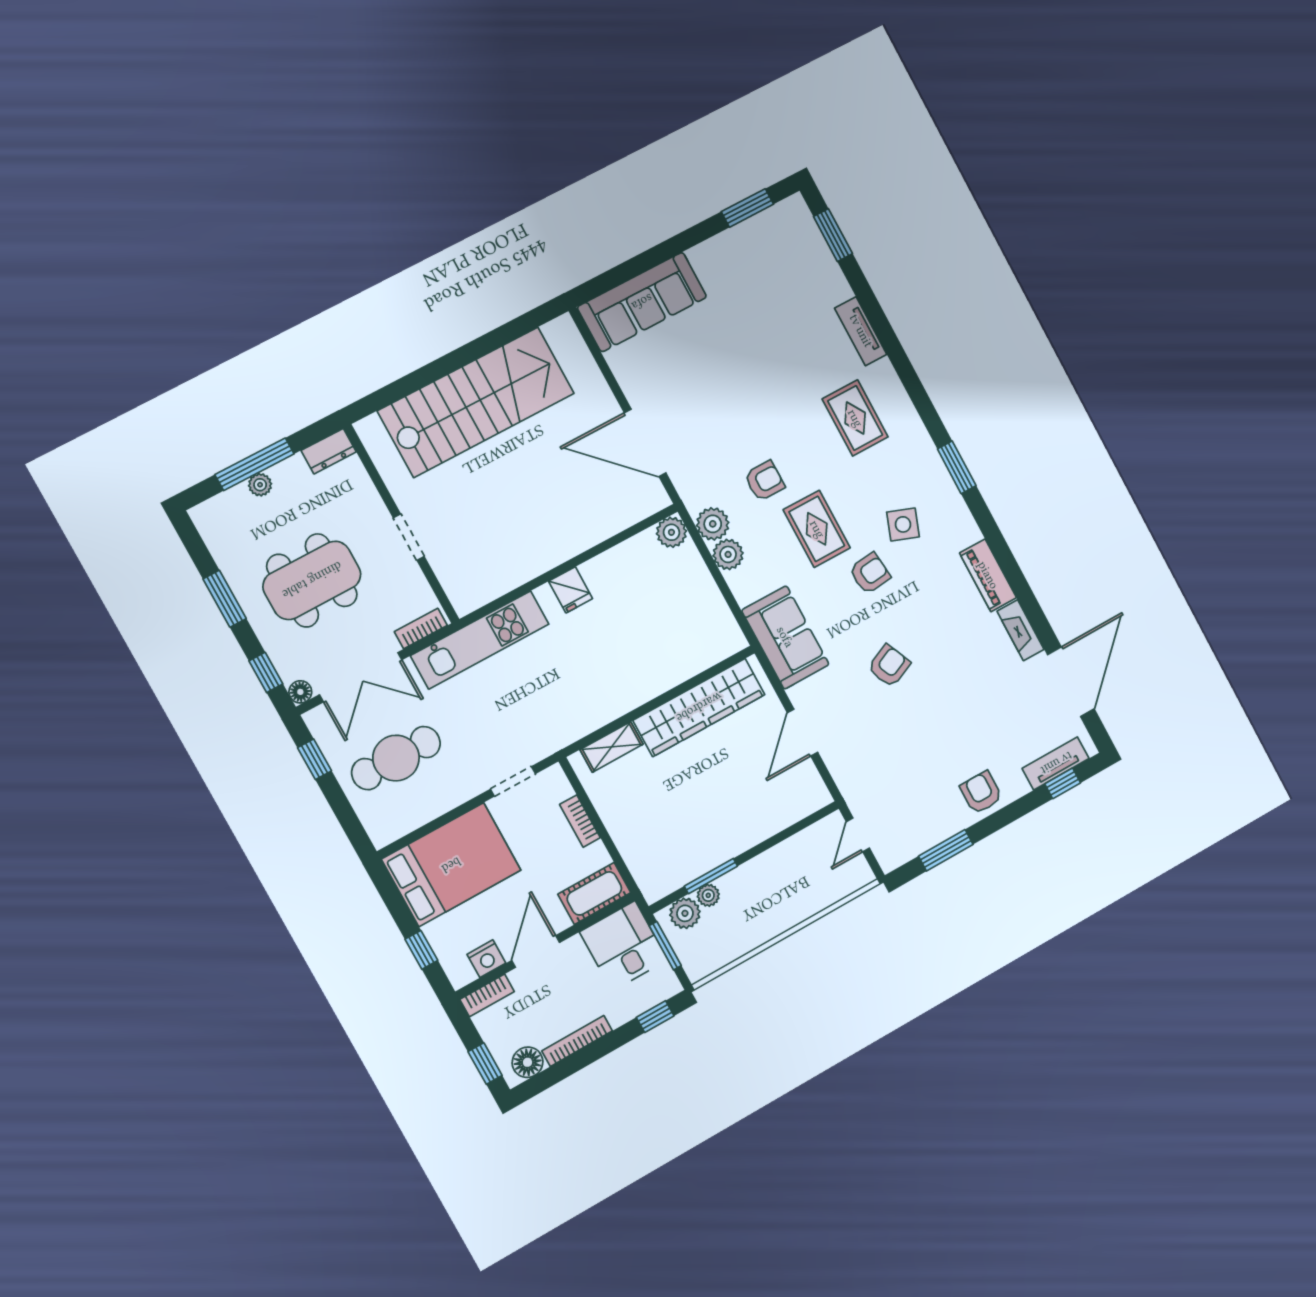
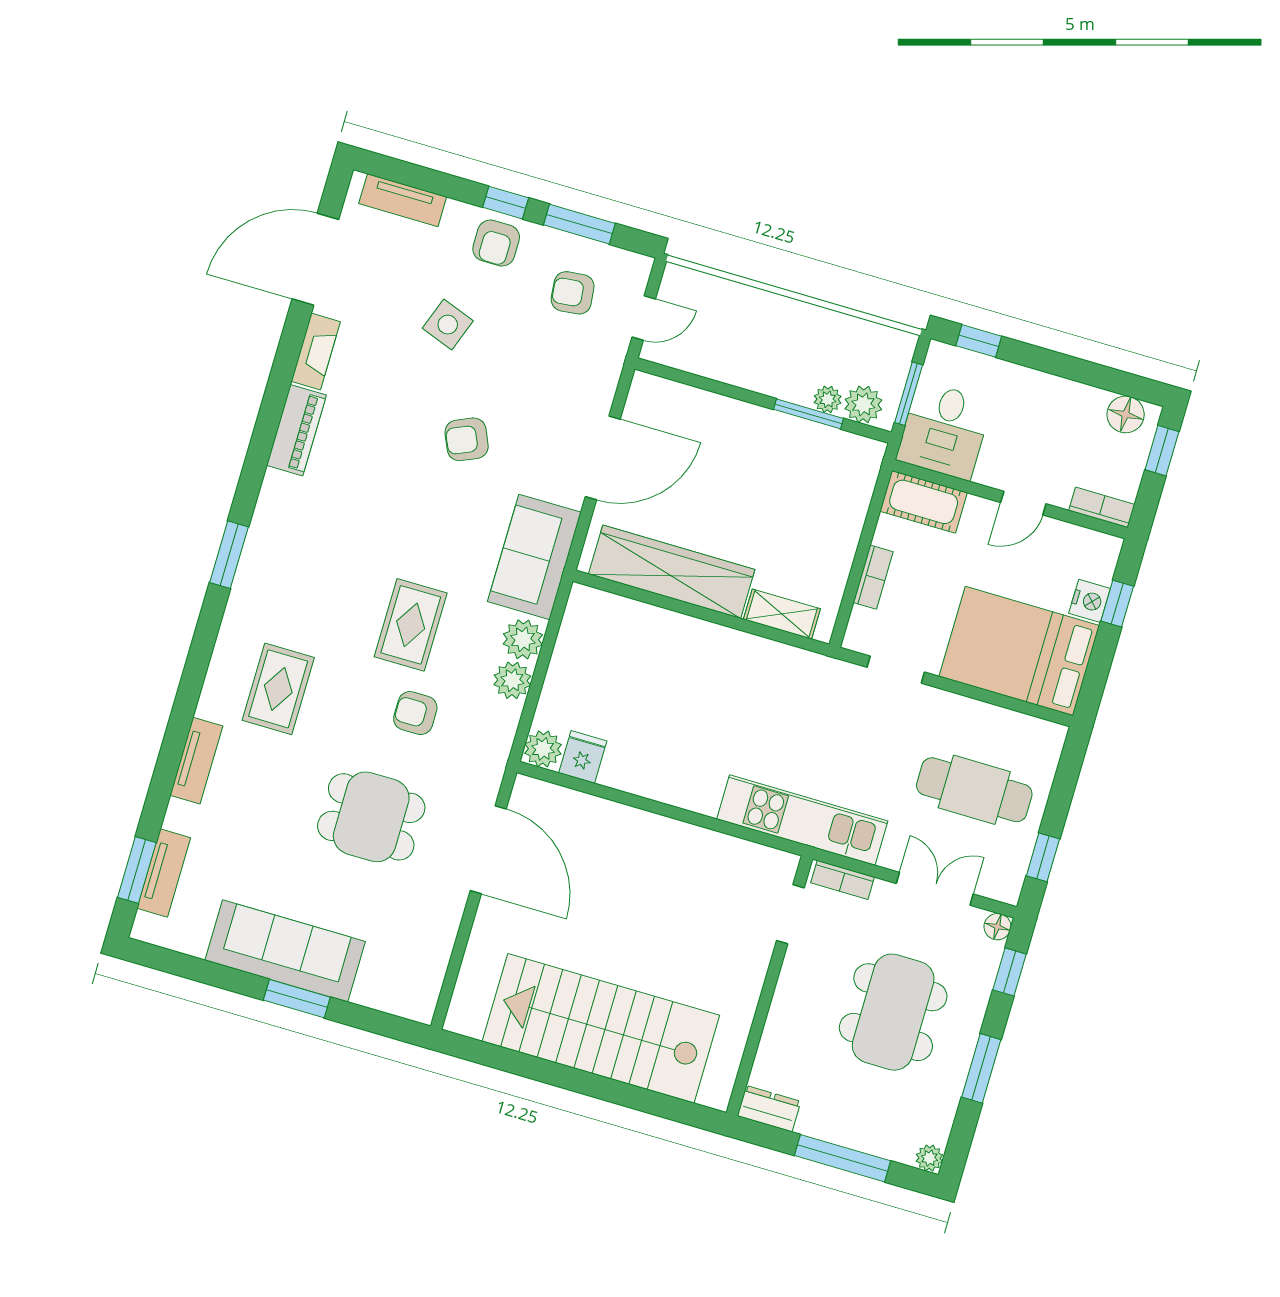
window: (747, 208) -> (297, 999), moved
tv unit: (816, 248) -> (164, 873), added
sofa: (642, 302) -> (285, 951), moved
dining table: (731, 396) -> (371, 817), added
plant: (260, 485) -> (929, 1158), moved
plant: (713, 524) -> (523, 639), moved
side table: (903, 524) -> (448, 325), moved
doorway: (409, 537) -> (790, 914), moved
armchair: (870, 573) -> (573, 293), moved
dining table: (312, 580) -> (893, 1012), turned 90
fridge: (571, 590) -> (583, 757), moved
double door: (361, 677) -> (935, 889), width x0.73
door: (802, 733) -> (603, 458), width x1.36
window: (1063, 783) -> (506, 203), moved
door: (536, 951) -> (1023, 503), width x0.73
nightstand: (486, 959) -> (1090, 601), moved, turned 90
bookcase: (577, 1041) -> (1066, 389), removed

